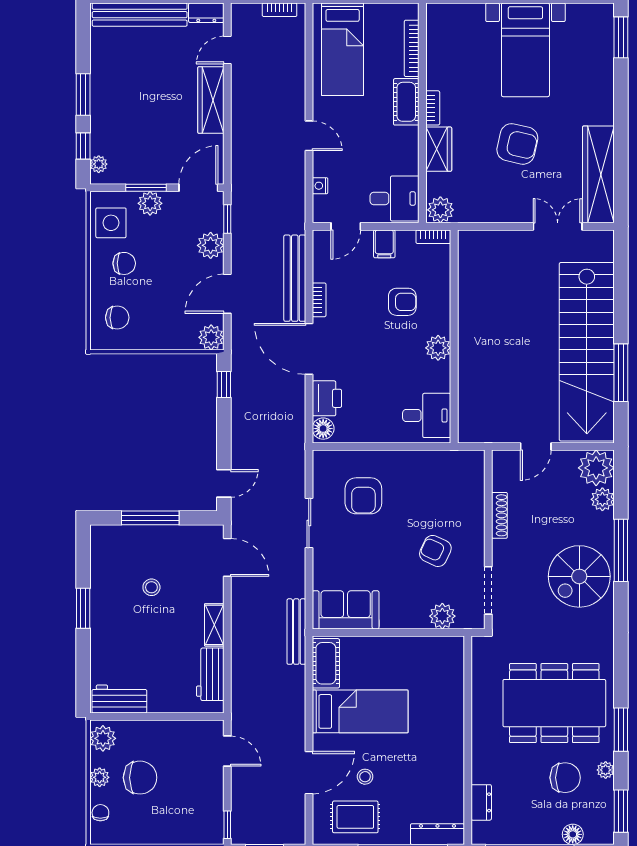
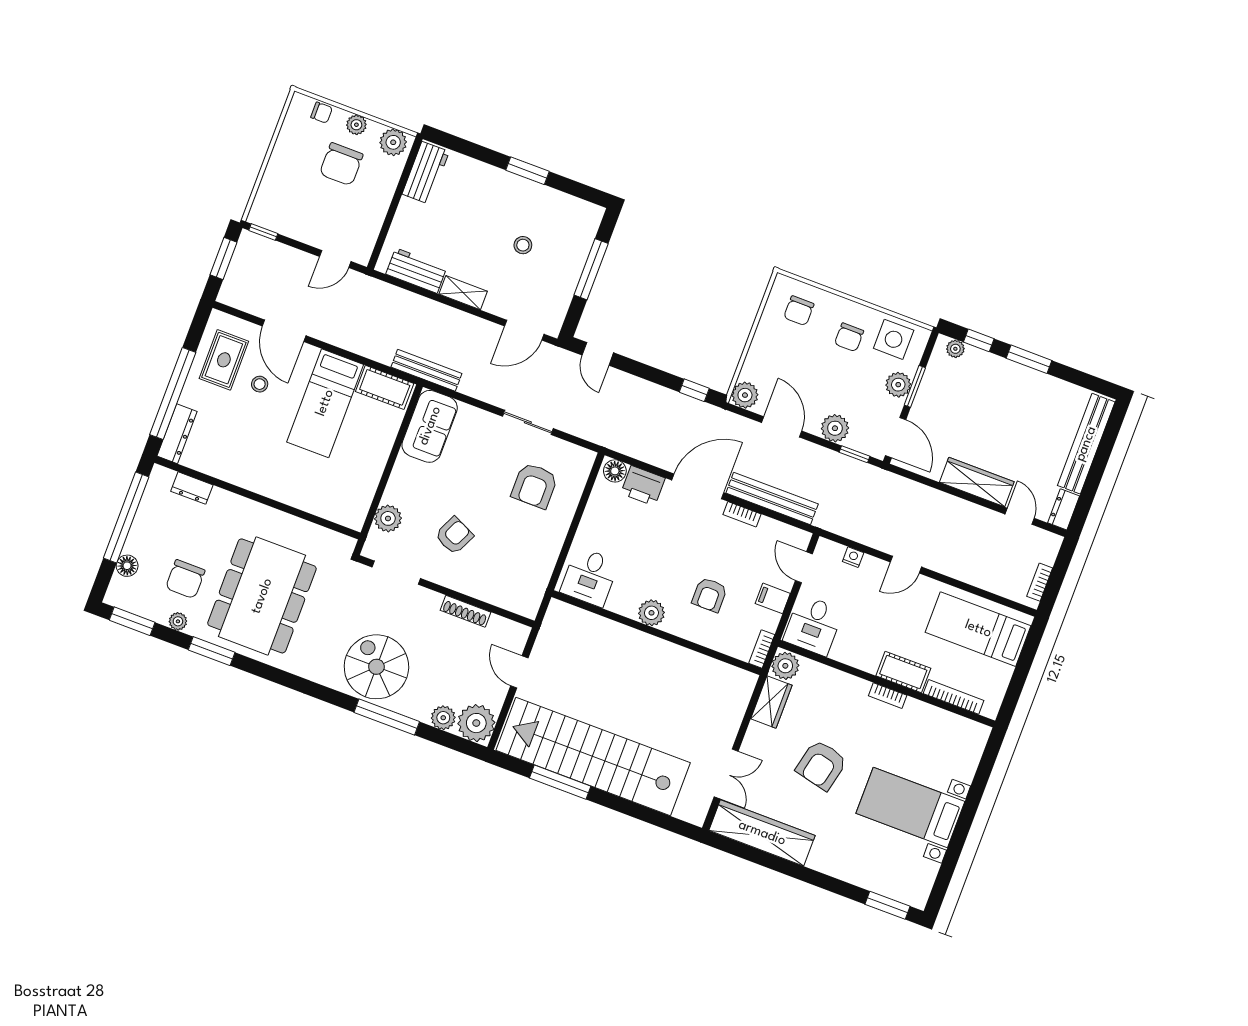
wardrobe: (439, 149) -> (771, 702), moved, turned -90
armchair: (363, 496) -> (534, 486), turned -90

